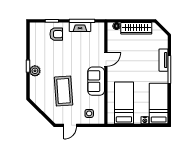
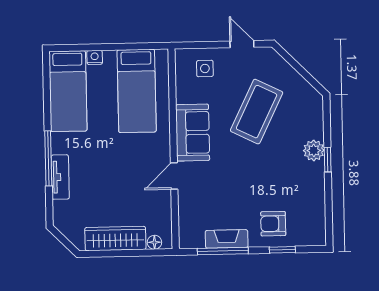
coffee table: (63, 91) -> (257, 112), turned 30
door: (70, 125) -> (242, 44), hinge flipped

